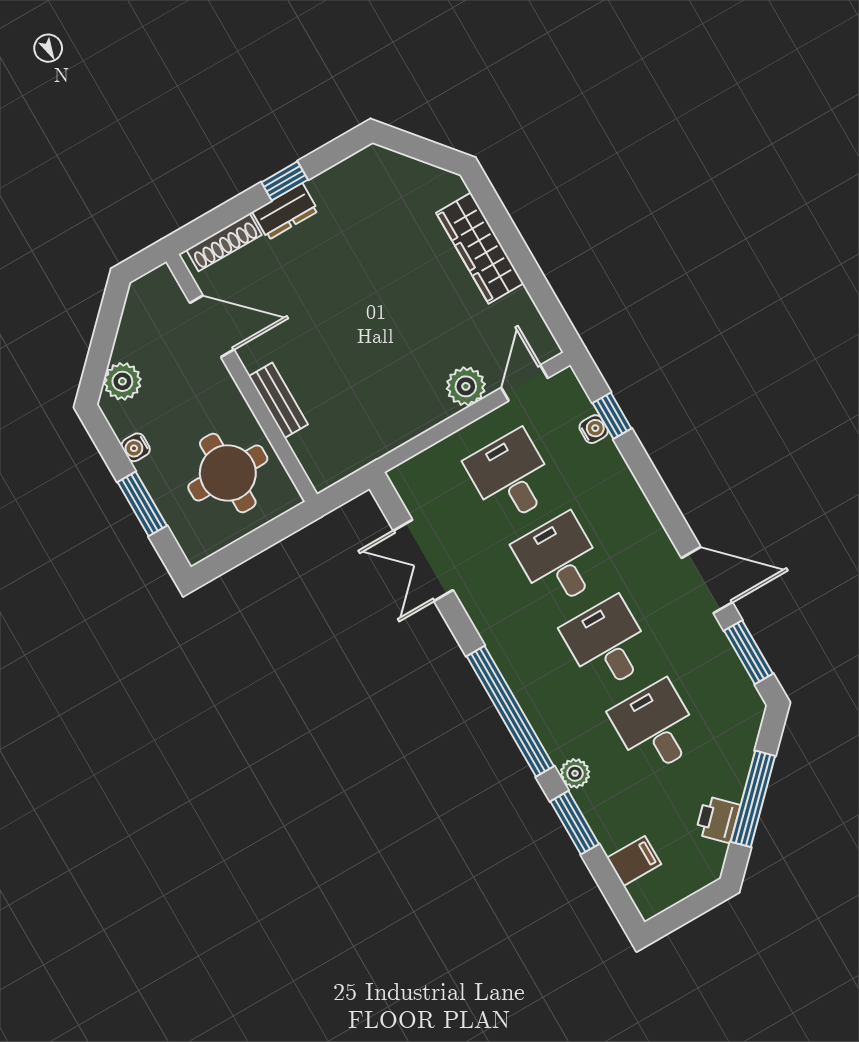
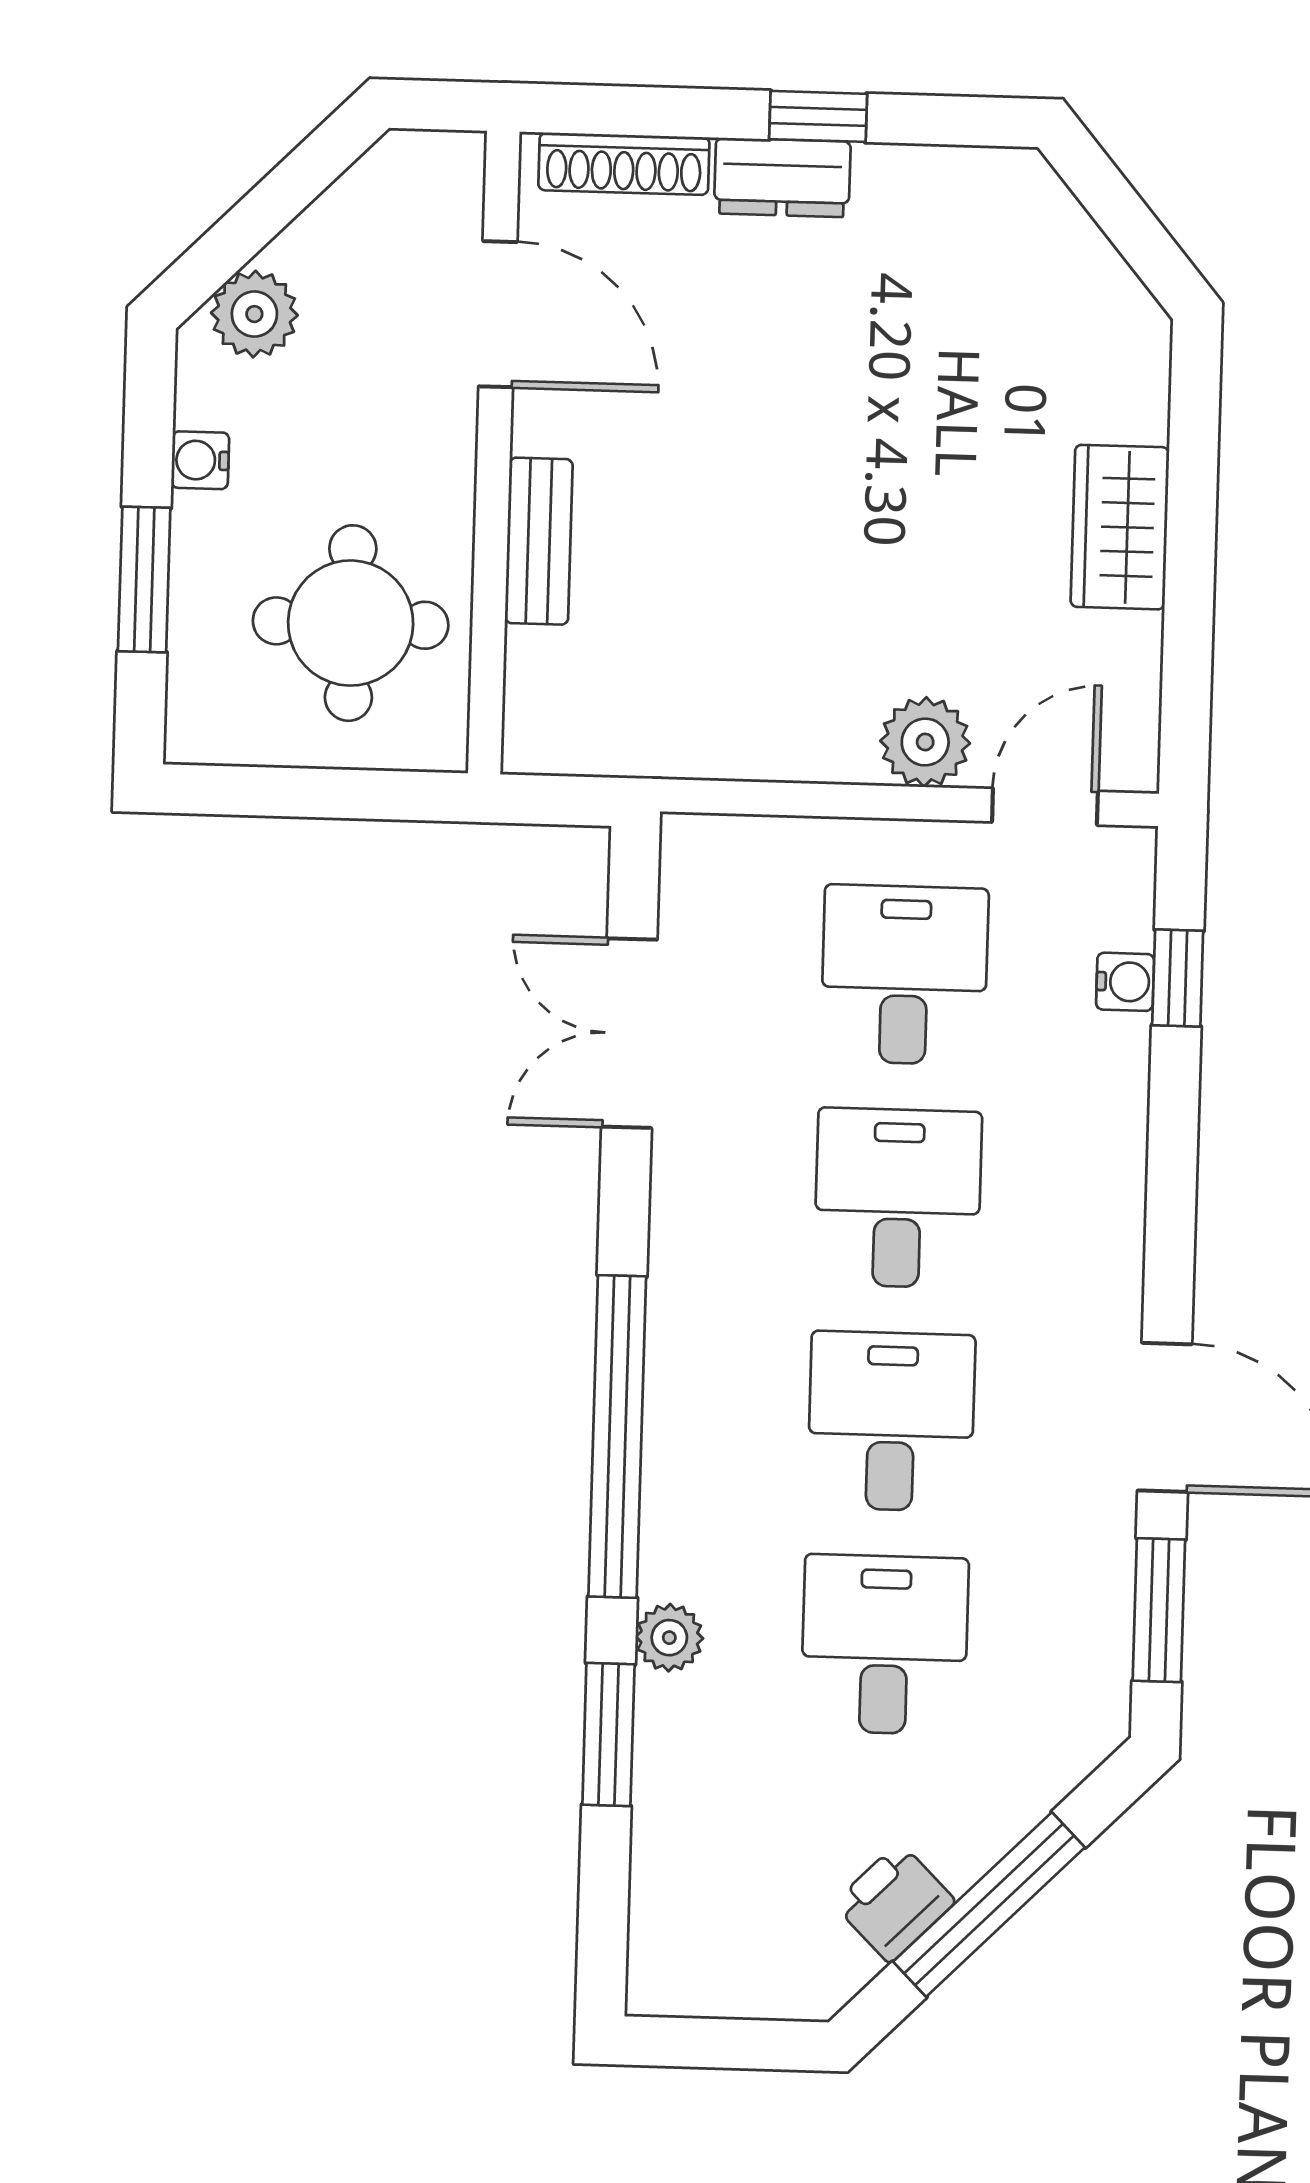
wardrobe: (480, 248) -> (1120, 527), width x0.67
filing cabinet: (634, 861) -> (679, 1882), removed

